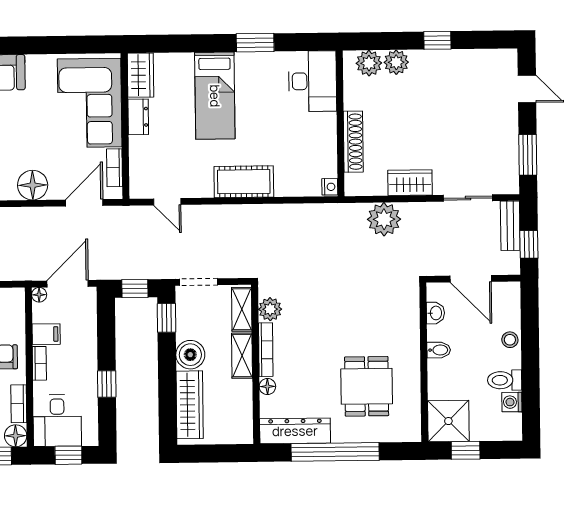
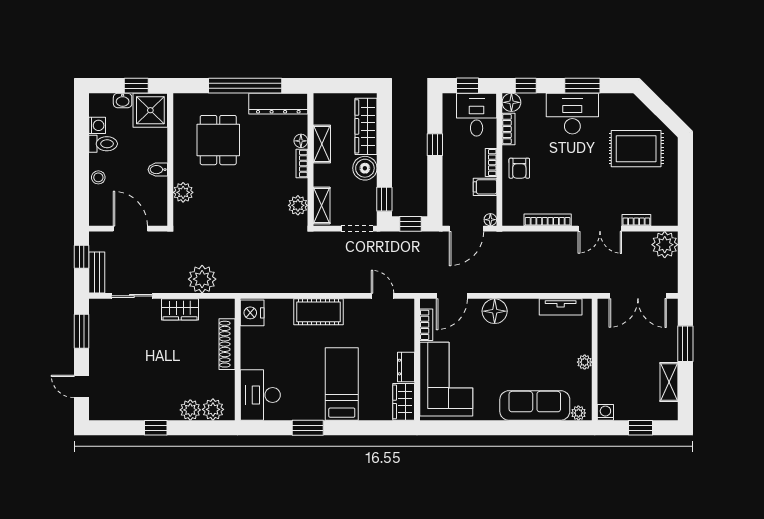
nightstand: (330, 187) -> (252, 313), width x1.89, depth x1.79
washbasin: (435, 313) -> (123, 100), moved, turned -90
plant: (408, 323) -> (183, 192), added
bookcase: (266, 350) -> (302, 164), width x0.64
shelving: (242, 356) -> (322, 144), moved

